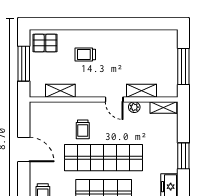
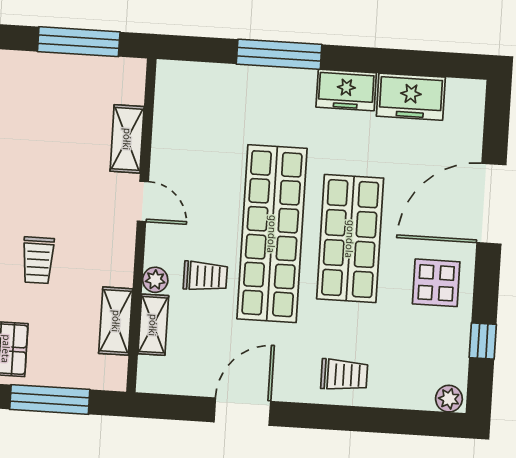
door: (114, 99) -> (143, 201), hinge flipped
plant: (134, 107) -> (155, 280), moved
shelving: (163, 107) -> (153, 325), moved
window: (183, 156) -> (279, 54), width x1.44

